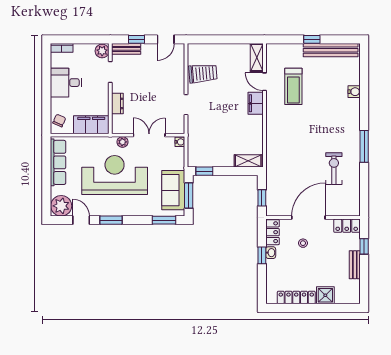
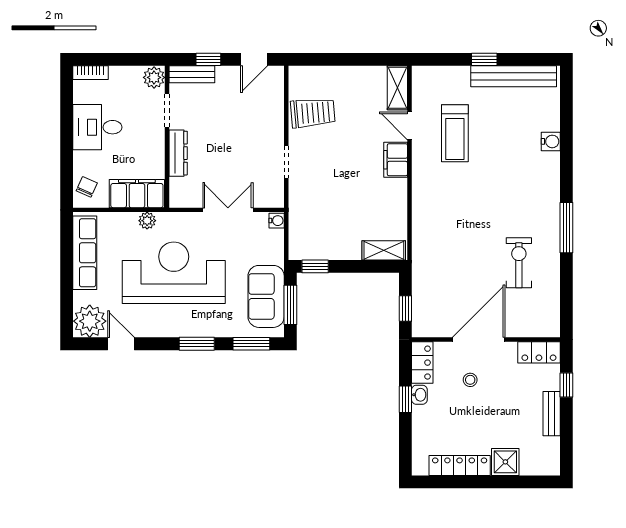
dresser: (117, 103) -> (178, 153), width x1.44
plant: (123, 142) -> (147, 221), moved
window: (111, 220) -> (197, 344), moved

